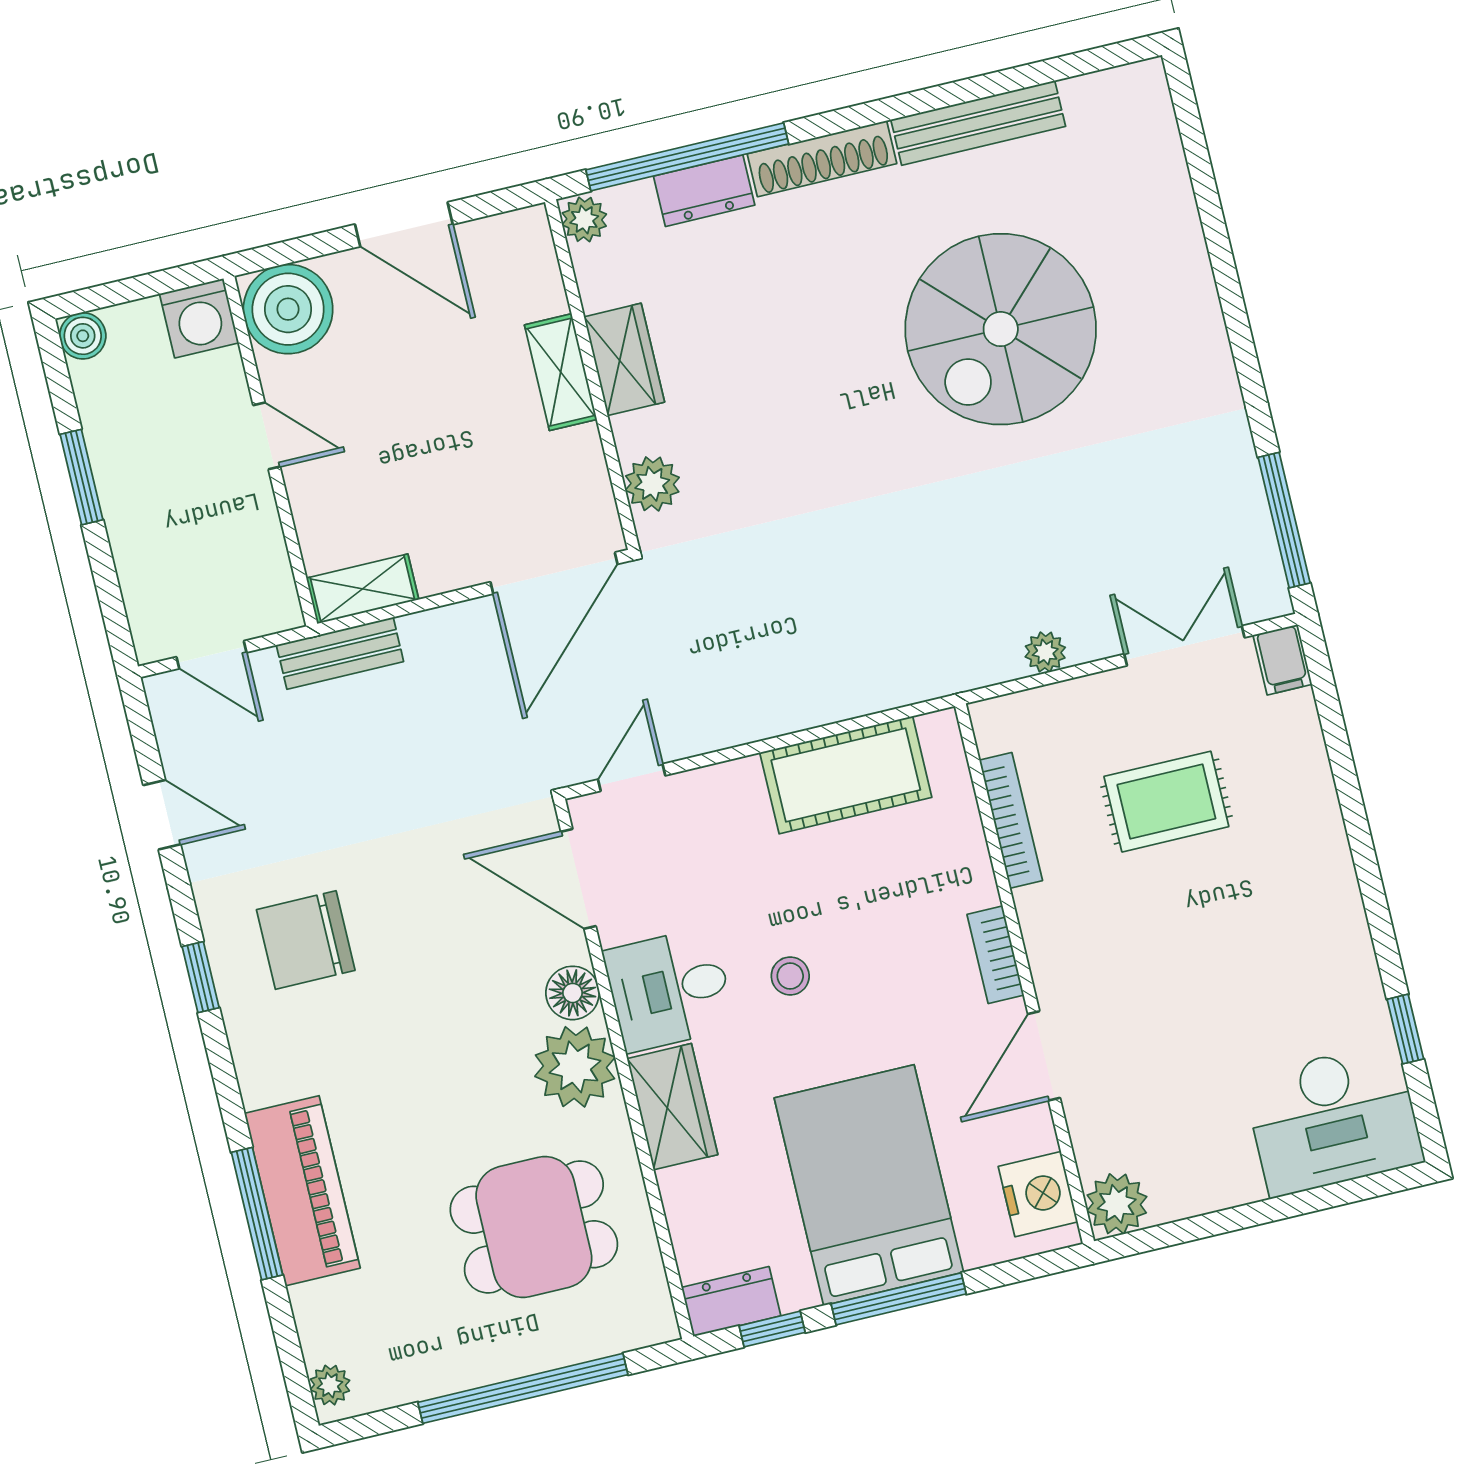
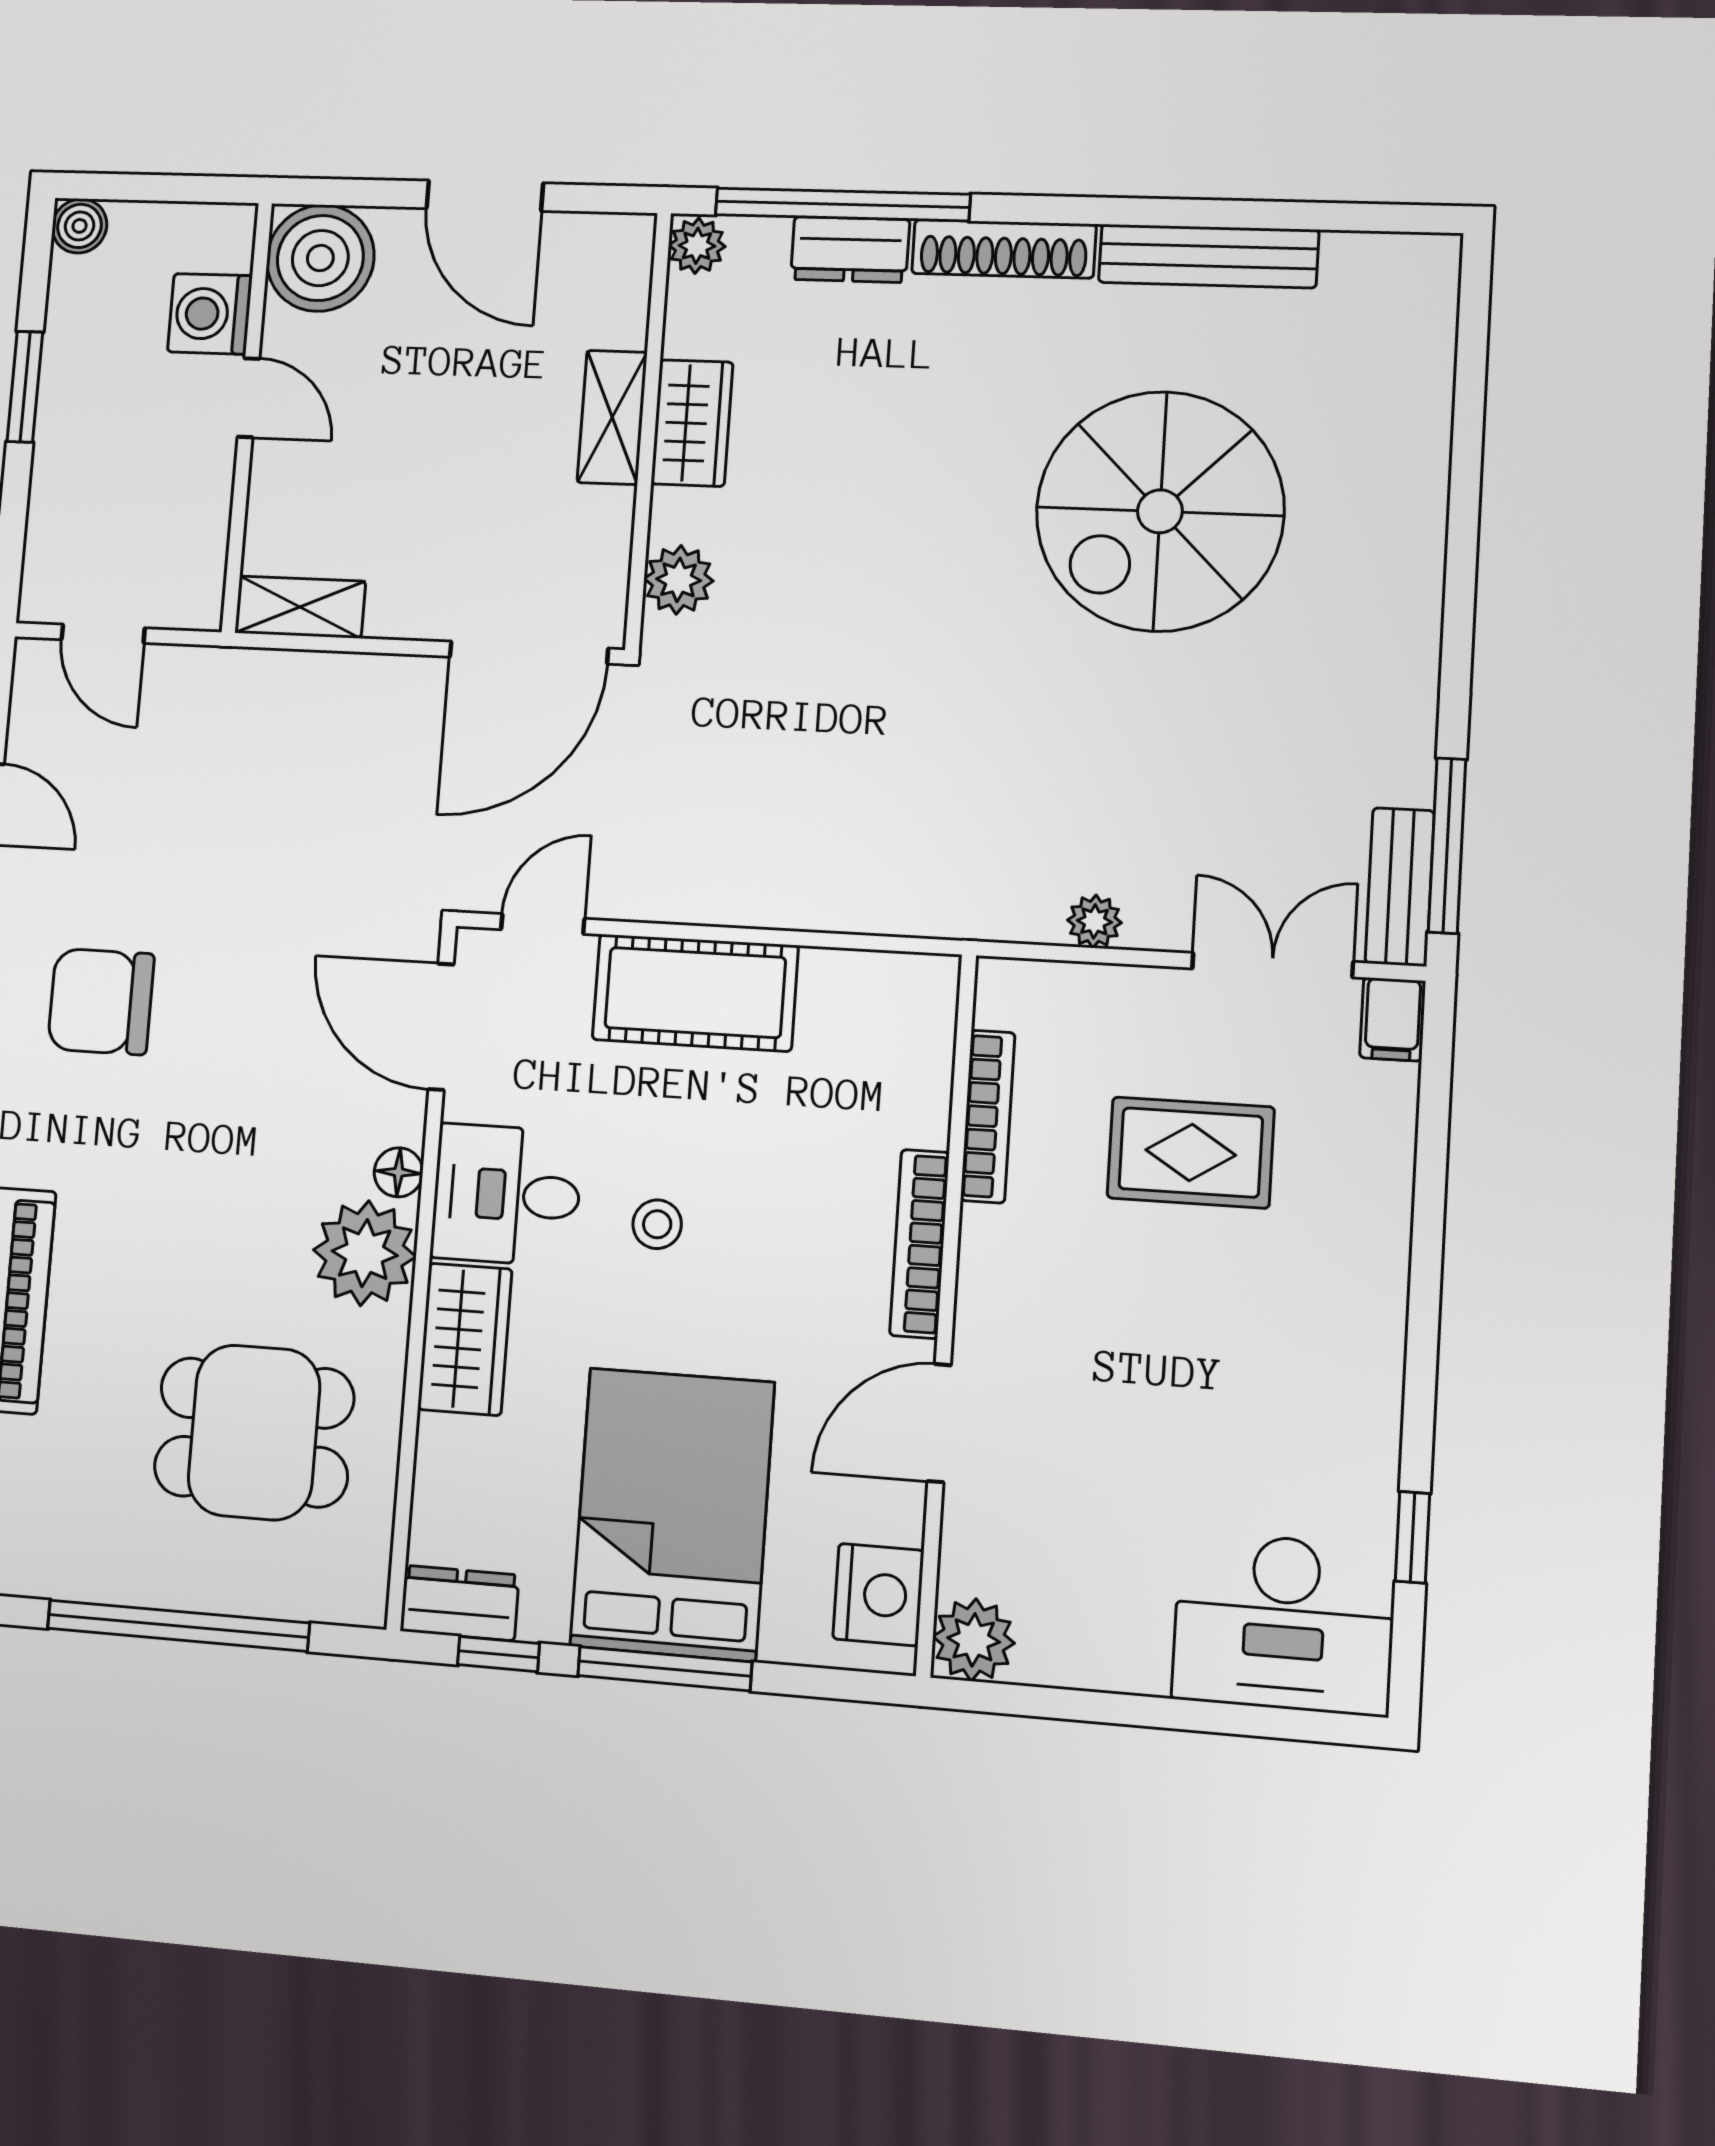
washing machine: (199, 318) -> (210, 314), moved, turned 90
bench: (340, 653) -> (1400, 887), moved, turned 90
cot: (846, 775) -> (695, 993), moved
bookcase: (995, 955) -> (920, 1244), width x1.56
floor lamp: (573, 993) -> (399, 1172), width x0.73, depth x0.73

